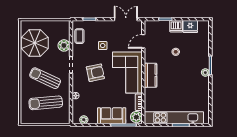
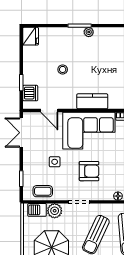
dishwasher: (176, 26) -> (30, 93), moved
fridge: (190, 27) -> (31, 36), moved
barbecue: (65, 32) -> (37, 210), added
armchair: (95, 73) -> (89, 171), turned 102

